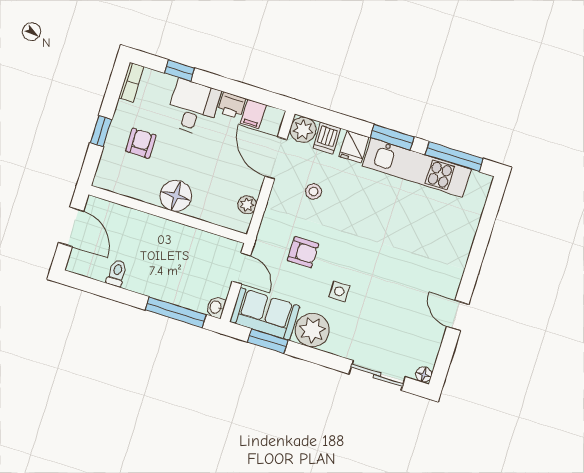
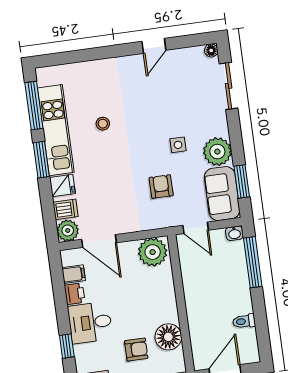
armchair: (141, 143) -> (136, 350), turned 180
door: (276, 158) -> (99, 241), hinge flipped
stool: (314, 191) -> (103, 124), moved
floor lamp: (176, 196) -> (168, 337), moved
plant: (247, 205) -> (153, 252), width x1.87, depth x1.87
door: (241, 268) -> (196, 228), swing flipped

